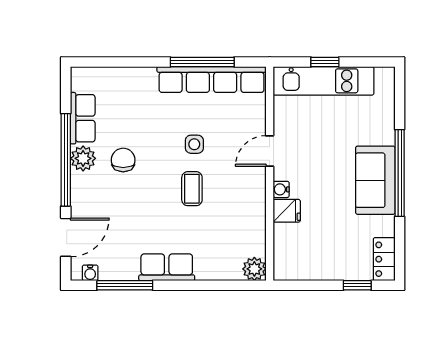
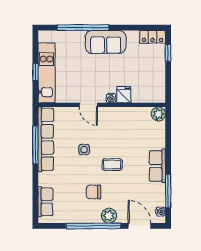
row of seats: (83, 118) -> (45, 202), moved, turned 90
plant: (83, 158) -> (109, 216), moved
window: (400, 173) -> (83, 28), moved
coffee table: (192, 189) -> (112, 165), moved

